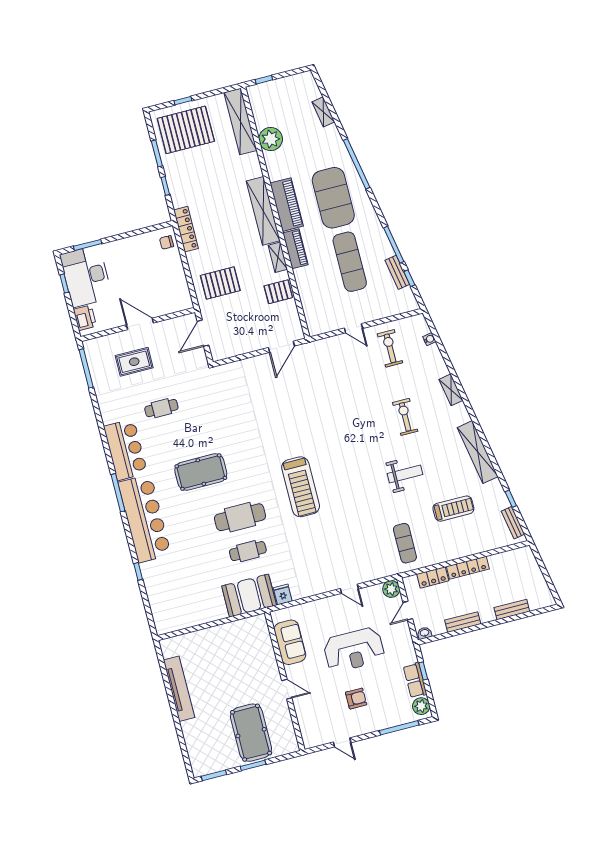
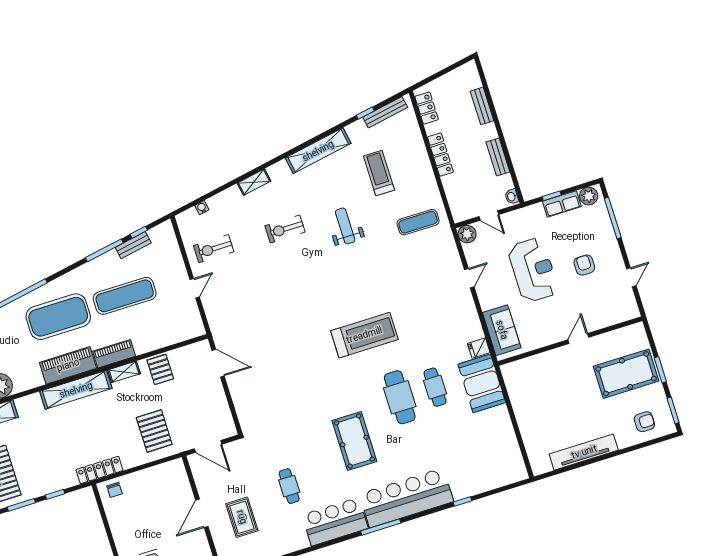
bench: (513, 523) -> (385, 112), width x1.36
locker: (433, 577) -> (427, 108), moved
sofa: (290, 642) -> (502, 330), moved, turned 90
armchair: (205, 748) -> (644, 422), added

